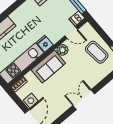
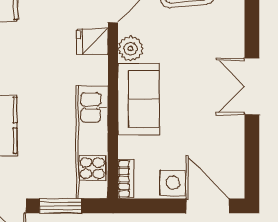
fridge: (45, 44) -> (92, 42), moved

